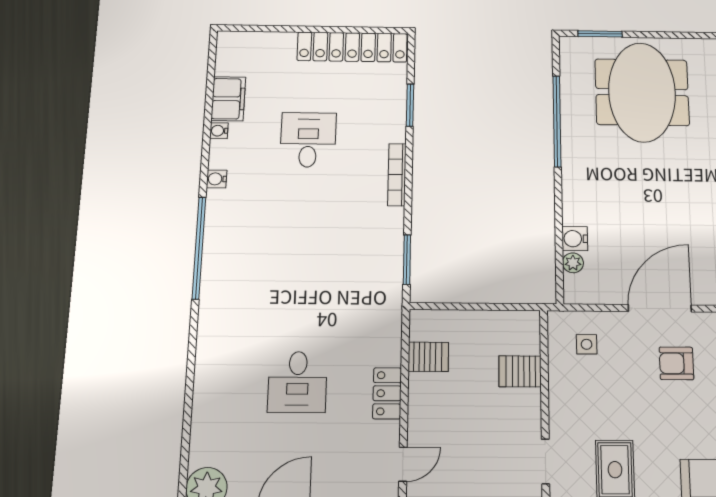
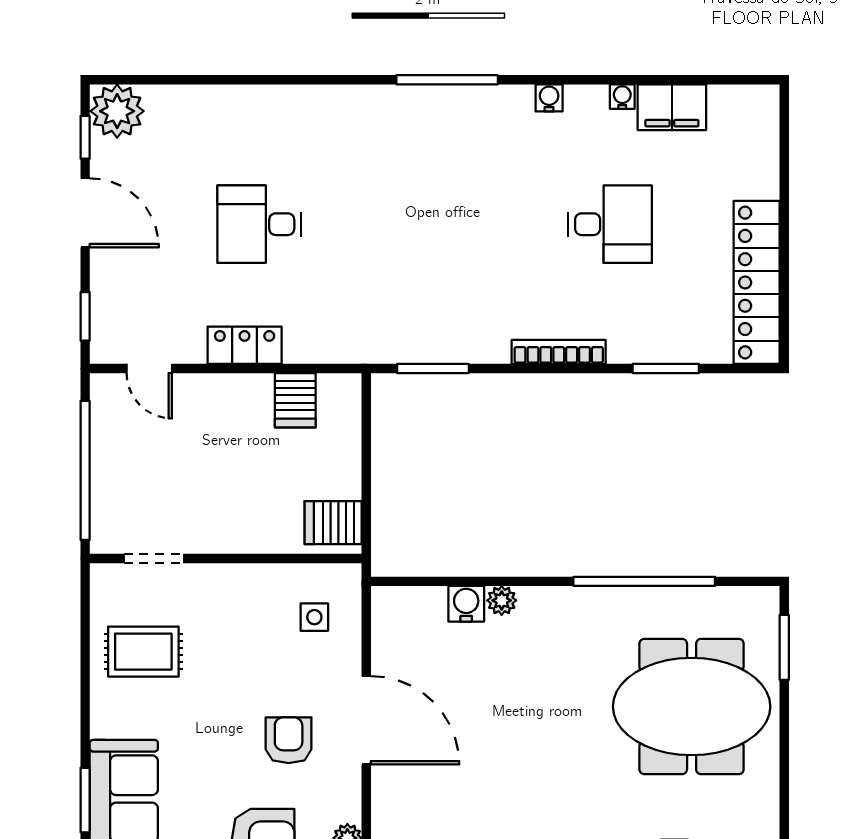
window: (199, 248) -> (447, 80), width x0.68
plant: (573, 263) -> (502, 600), moved
server rack: (520, 371) -> (333, 523), moved, turned -90

